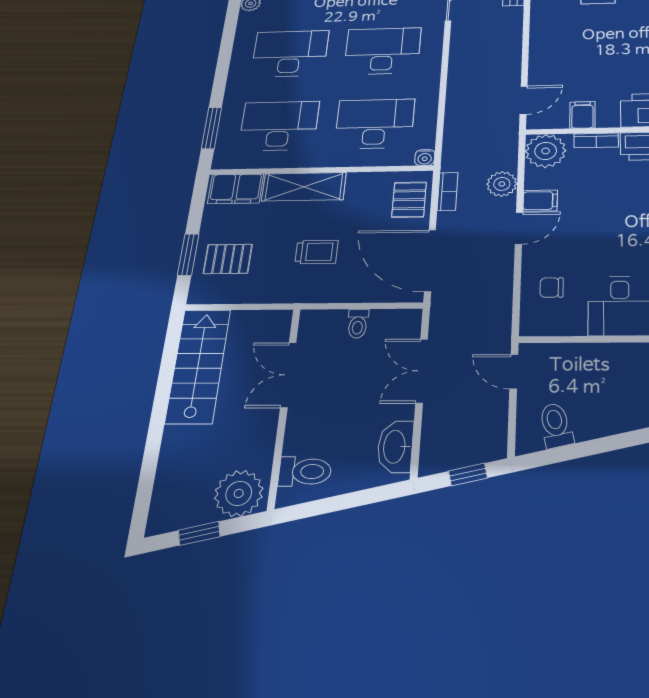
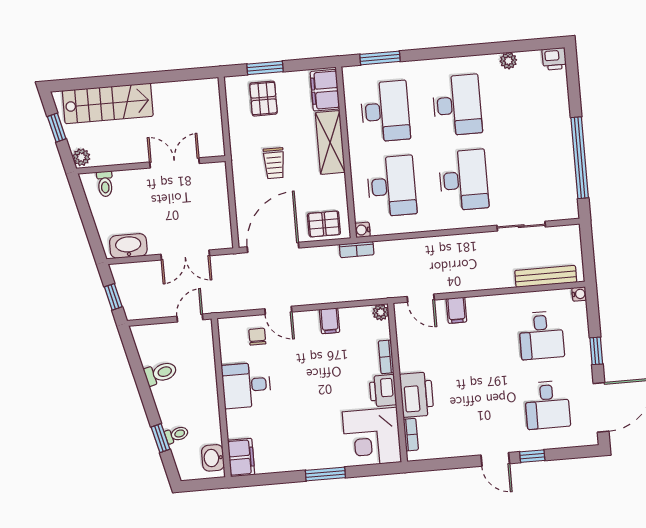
filing cabinet: (582, 115) -> (456, 310), moved, turned 90
plant: (546, 151) -> (381, 312), width x0.53, depth x0.53
plant: (502, 184) -> (342, 291), removed
bookcase: (448, 191) -> (357, 250), moved
door: (519, 228) -> (278, 310), moved
toilet: (358, 324) -> (218, 204), removed
stairs: (198, 366) -> (108, 103), moved
double door: (422, 371) -> (185, 255), swing flipped
toilet: (556, 425) -> (161, 373), moved
toilet: (305, 472) -> (105, 184), width x0.73, depth x0.72
plant: (239, 493) -> (81, 157), width x0.53, depth x0.53

